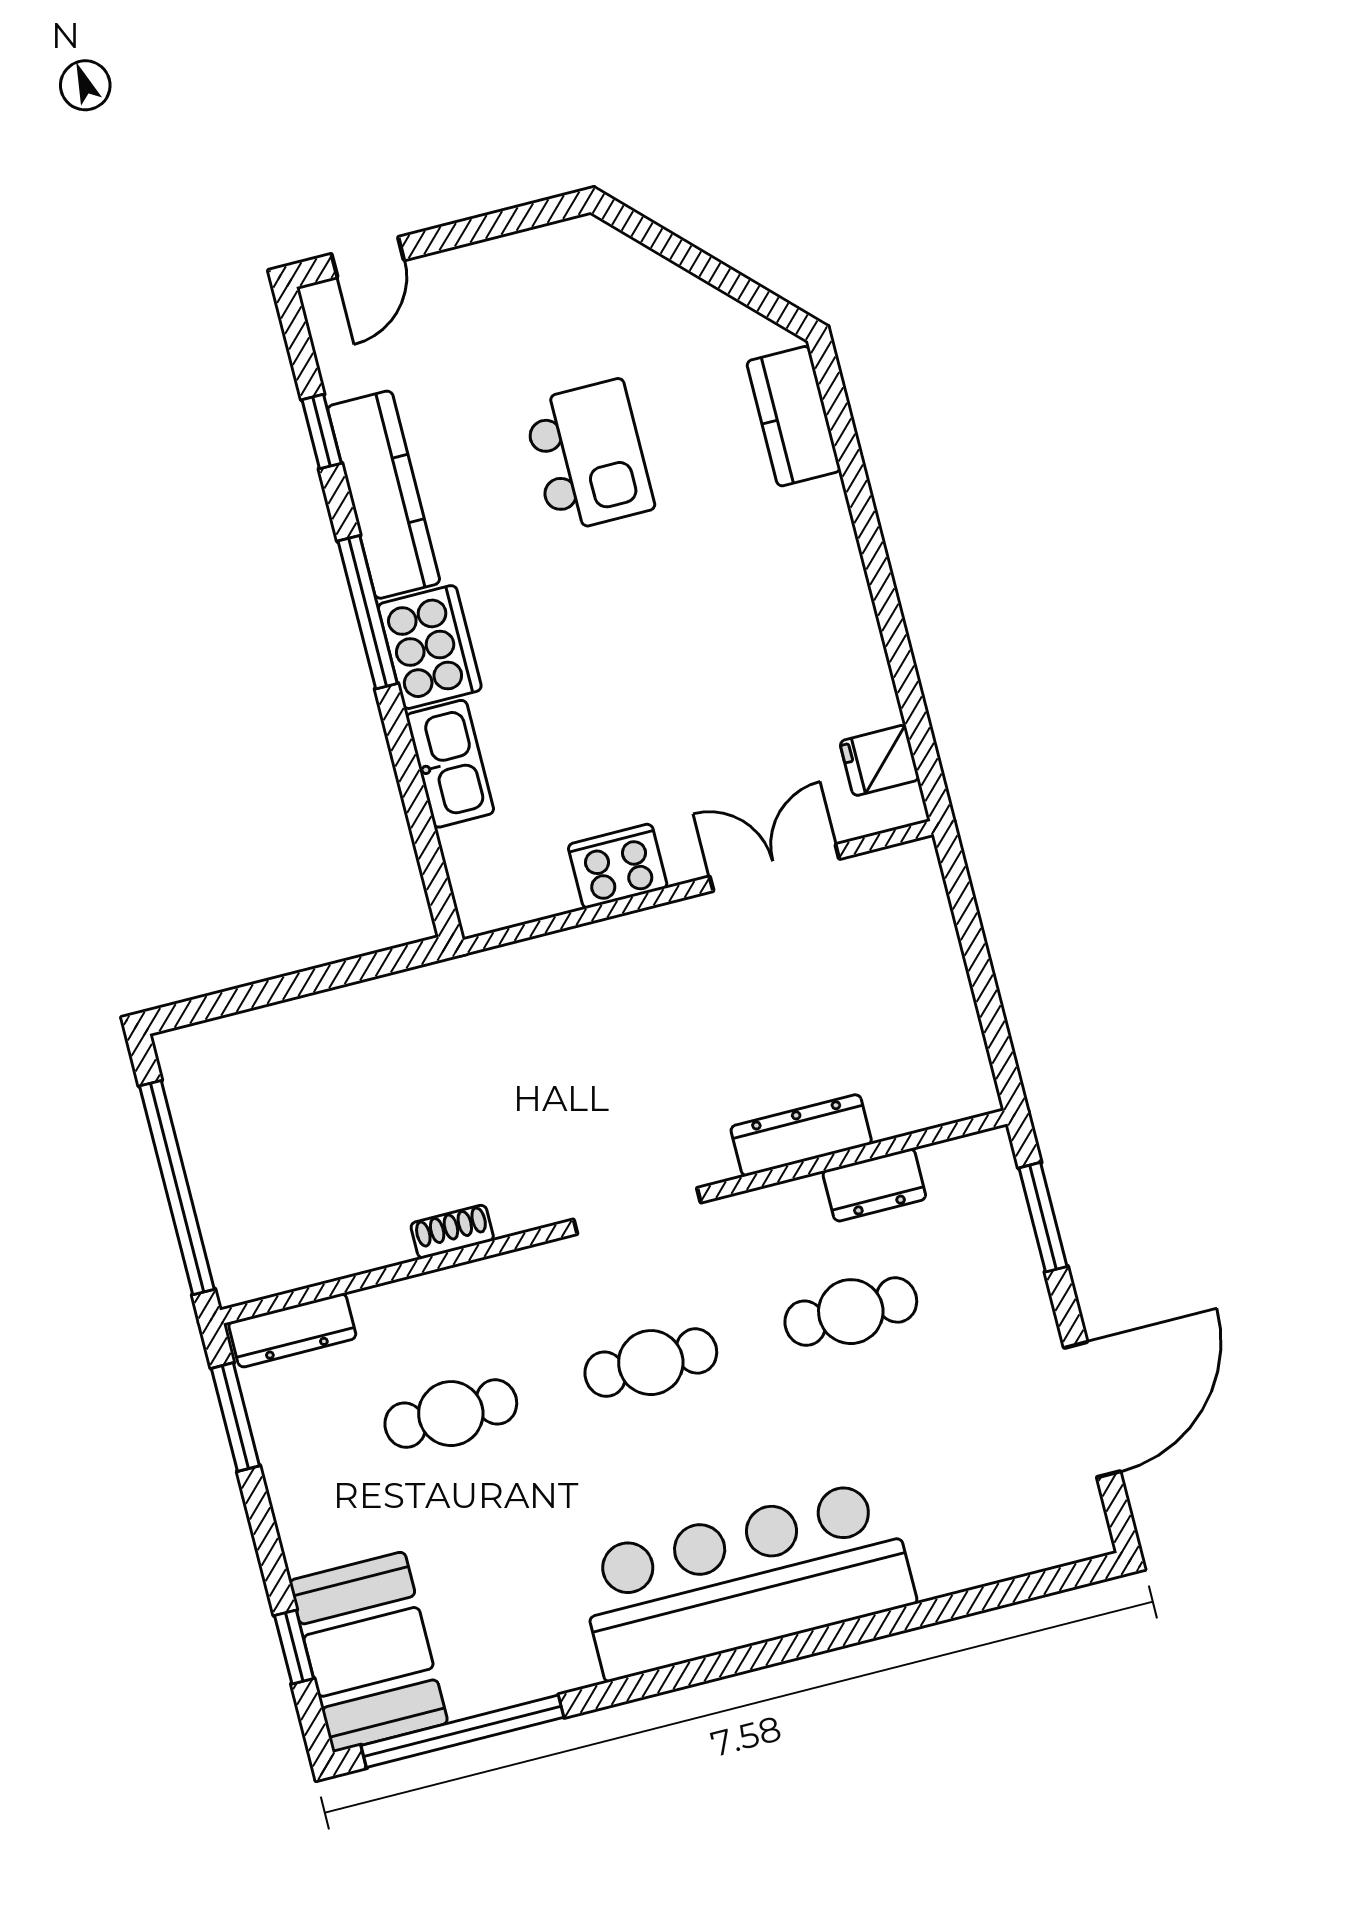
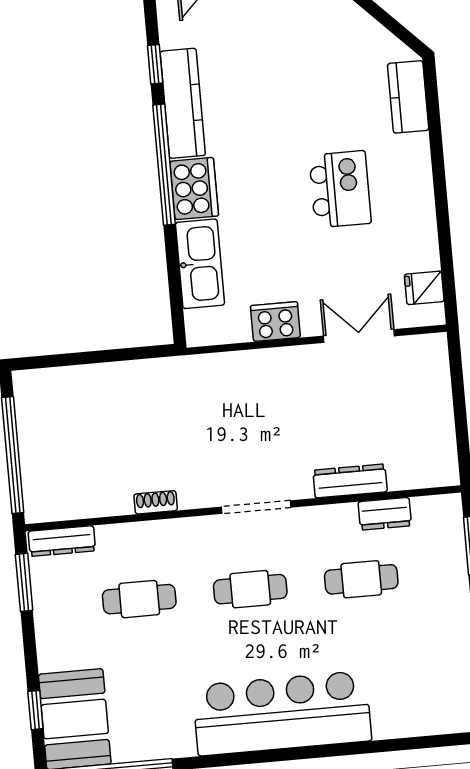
kitchen island: (589, 456) -> (340, 189), moved
window: (368, 612) -> (164, 165), width x1.46
kitchen sink: (450, 764) -> (200, 264), width x1.36, depth x1.24

